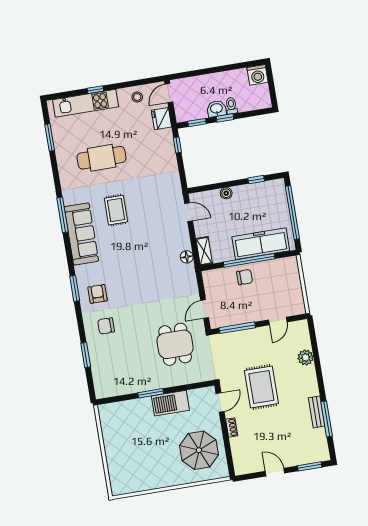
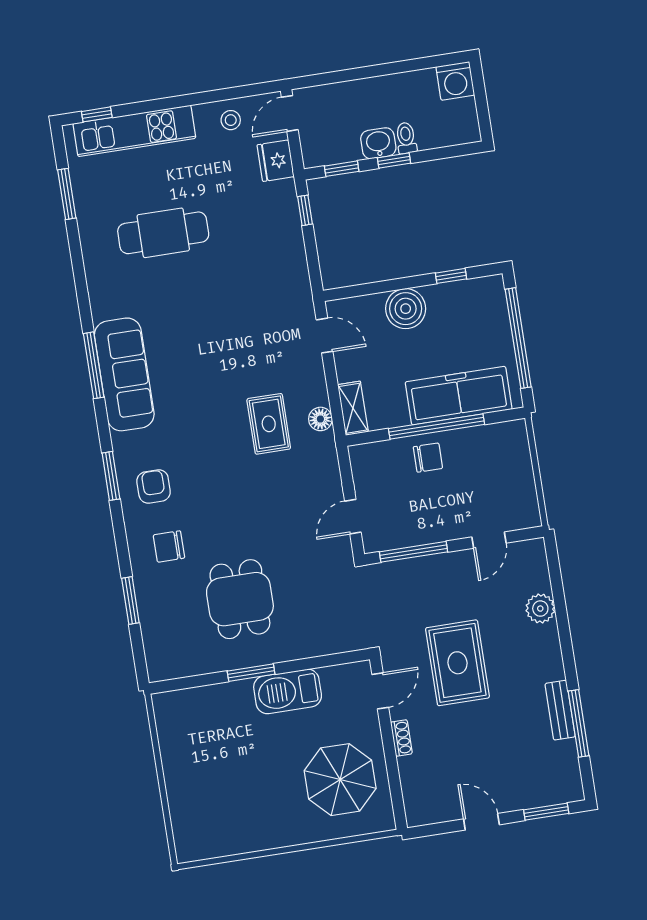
window: (95, 90) -> (97, 114), moved
boiler: (226, 193) -> (406, 309), width x1.86, depth x1.86
rug: (116, 210) -> (269, 424), moved
window: (62, 215) -> (94, 365), moved
dining table: (175, 344) -> (240, 599), moved

